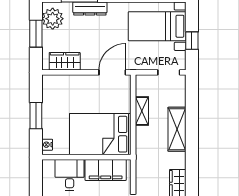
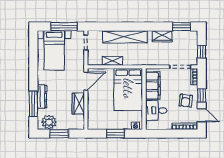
window: (192, 41) -> (64, 27), width x2.17
wardrobe: (65, 61) -> (78, 104), moved
door: (112, 72) -> (86, 81), swing flipped
shelving: (177, 129) -> (125, 37), width x1.47

